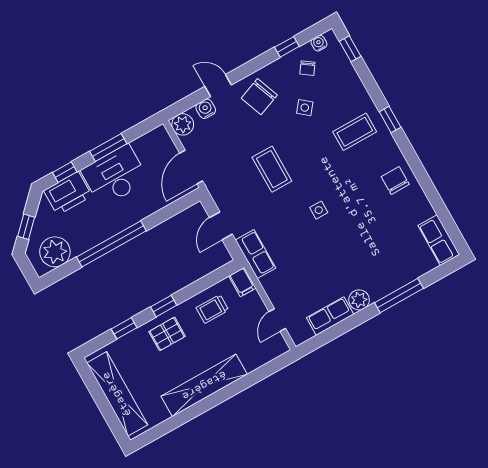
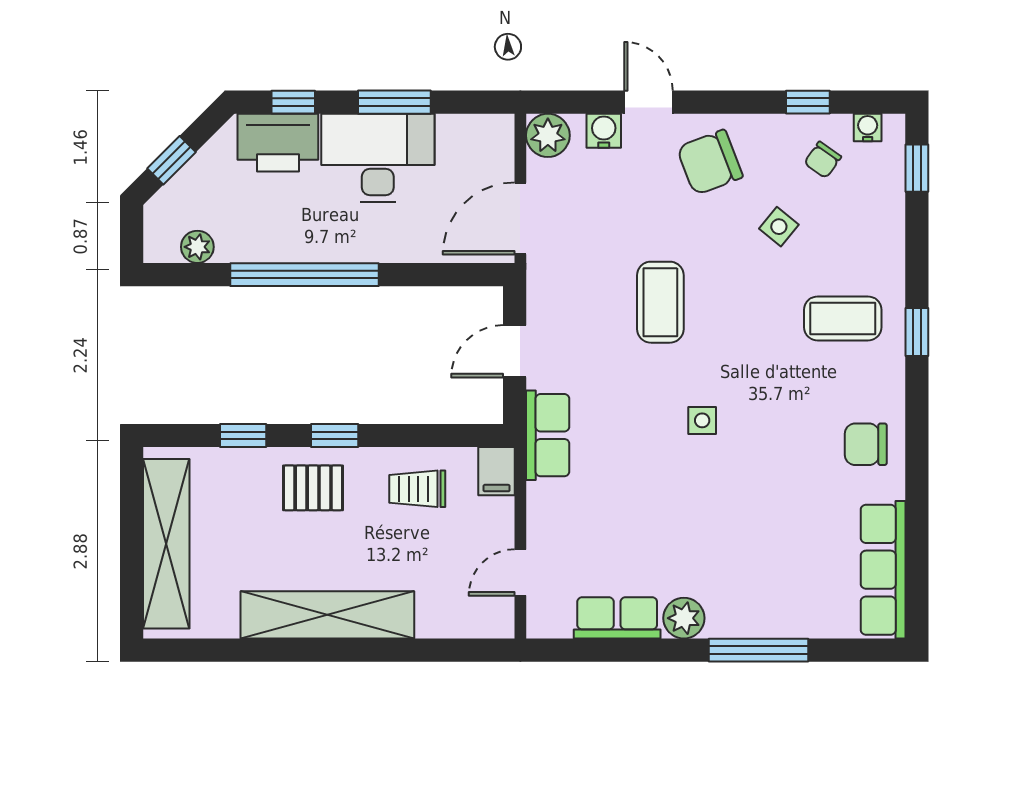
chair: (395, 180) -> (866, 444), turned -90
row of seats: (439, 240) -> (883, 570), width x1.48
plant: (55, 252) -> (197, 247), width x0.53, depth x0.53

